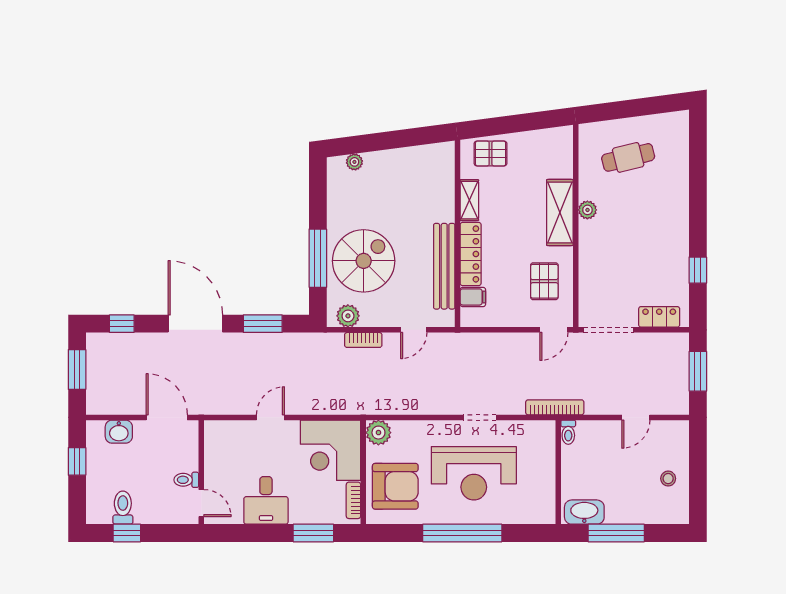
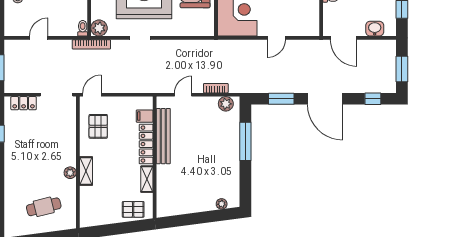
shelving: (560, 212) -> (86, 171), width x0.67, depth x0.75
spiral stairs: (364, 261) -> (216, 140), removed
plant: (378, 433) -> (99, 28), moved

